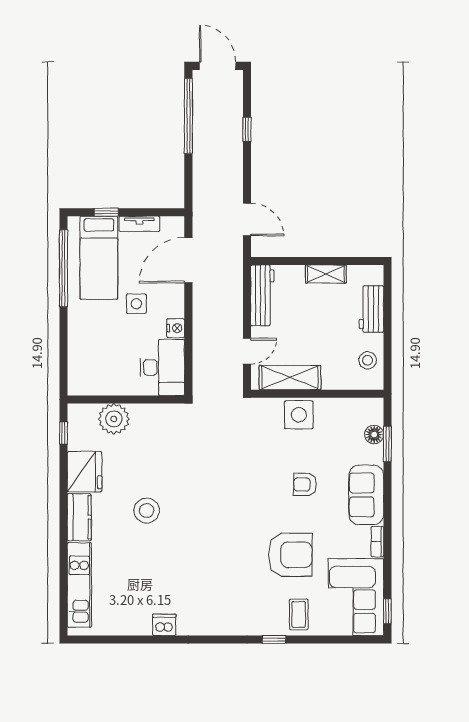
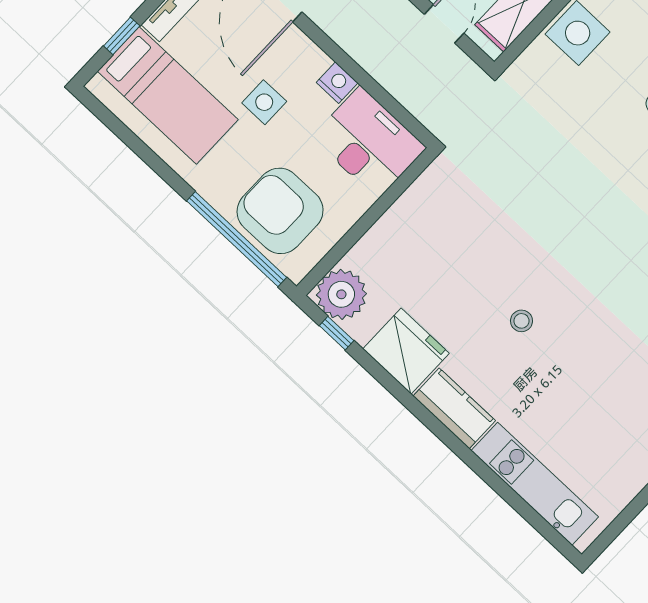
window: (63, 268) -> (237, 239), moved
armchair: (94, 356) -> (280, 211), added
plant: (114, 419) -> (341, 294), moved
stool: (147, 511) -> (521, 321), width x0.53, depth x0.53

